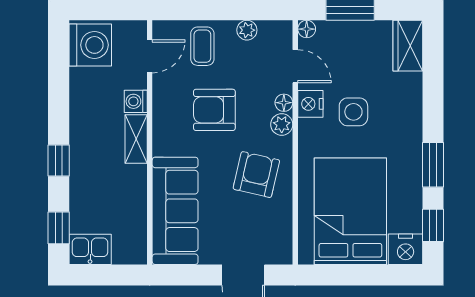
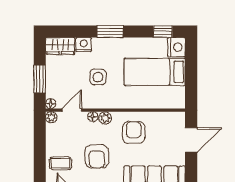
plant: (247, 30) -> (51, 117), moved
nightstand: (310, 104) -> (84, 45), moved, turned 180
window: (433, 165) -> (110, 32), moved
armchair: (256, 175) -> (134, 132), turned 77
bed: (350, 211) -> (155, 72), width x0.67

